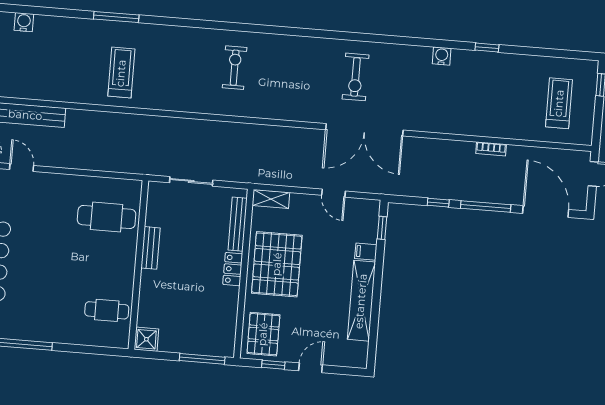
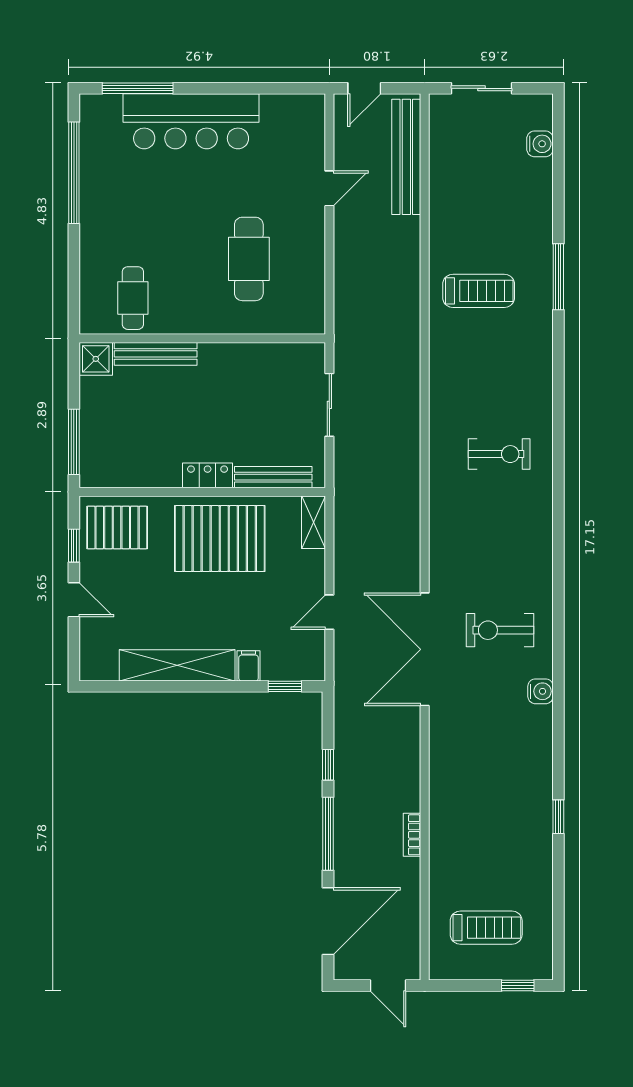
water cooler: (442, 56) -> (540, 691), moved
door: (22, 167) -> (329, 188), moved
cafe table: (107, 217) -> (249, 259), moved
bench: (151, 248) -> (156, 354), moved, width x1.36

